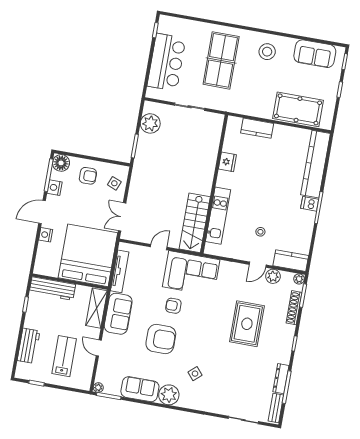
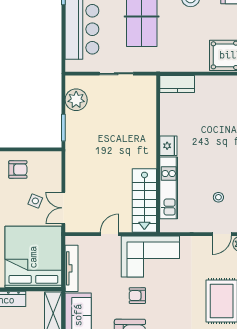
kitchen counter: (257, 128) -> (177, 84), moved
fridge: (227, 162) -> (168, 146), moved
side table: (114, 183) -> (35, 201), moved

